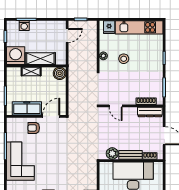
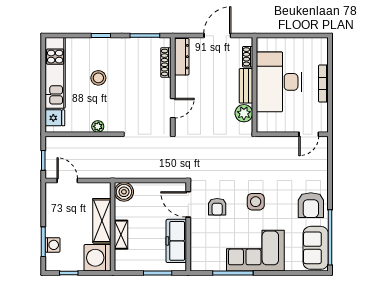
stool: (124, 59) -> (98, 78), moved
armchair: (34, 128) -> (217, 207), moved
side table: (53, 161) -> (256, 202), added

